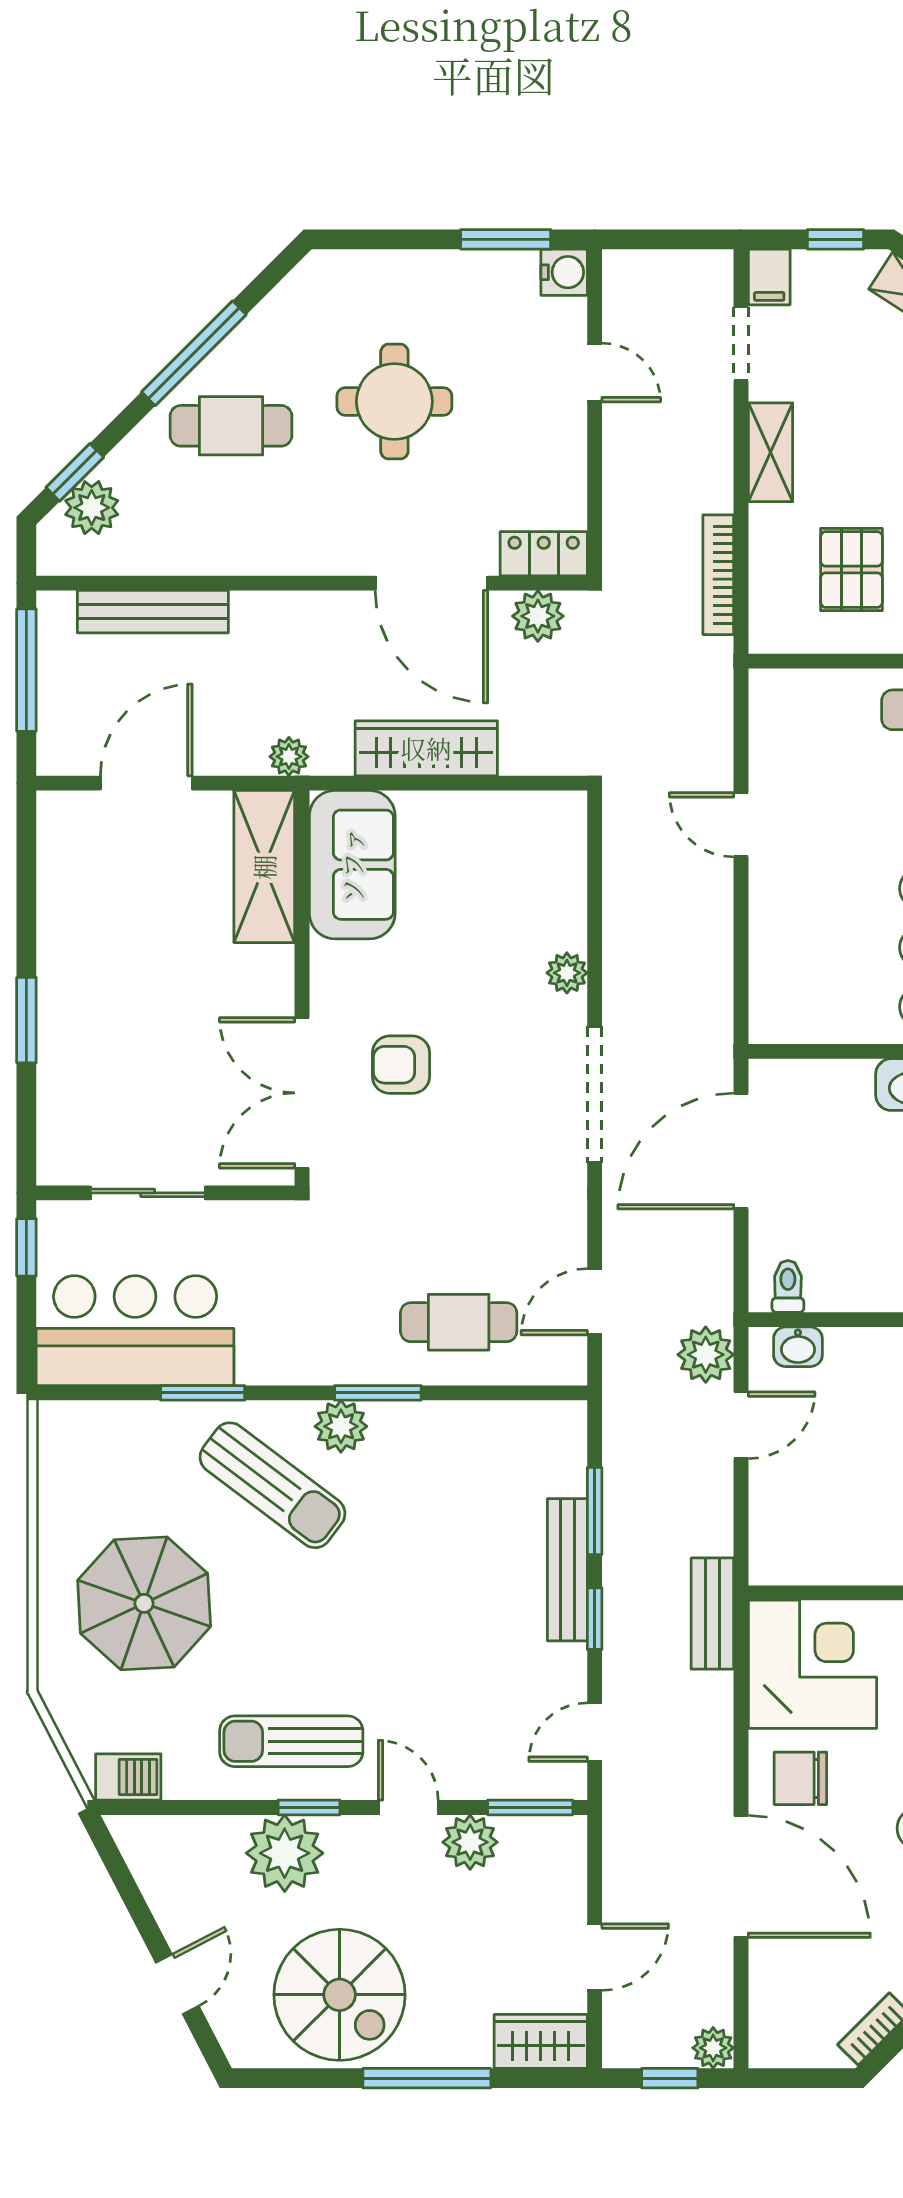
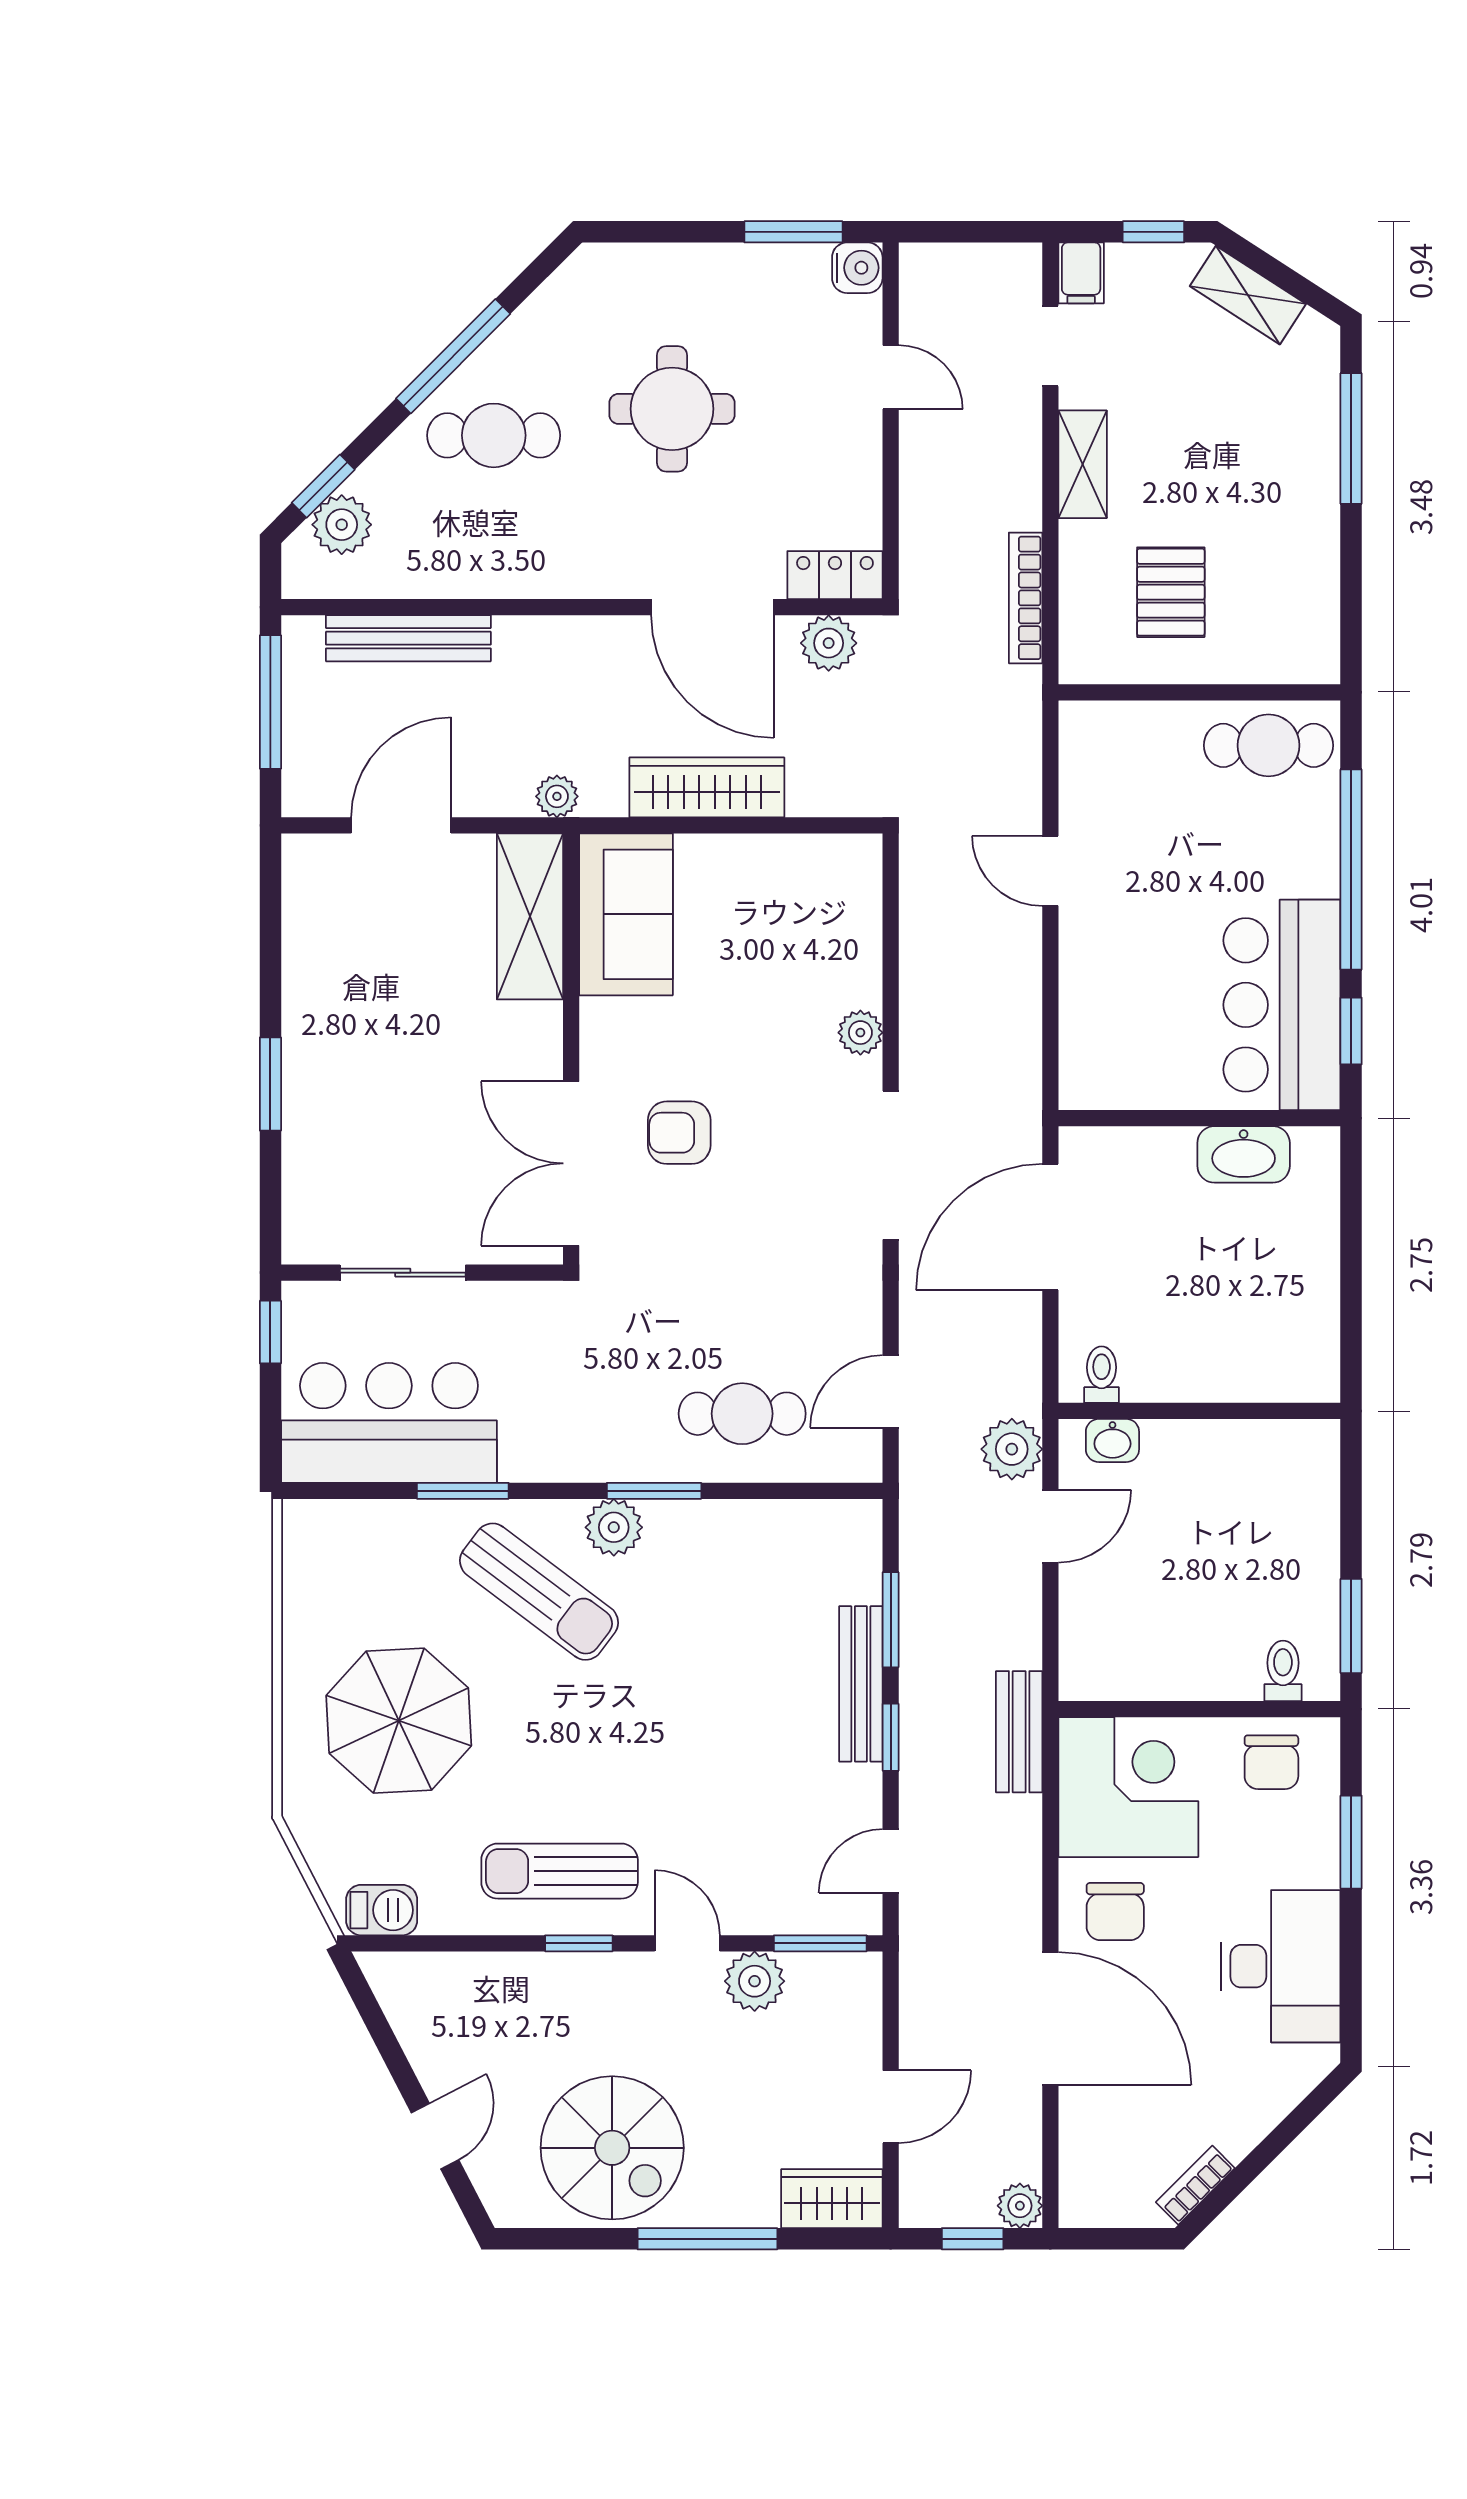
chair: (800, 1778) -> (1115, 1912), turned -90
plant: (285, 1853) -> (552, 1993), removed

